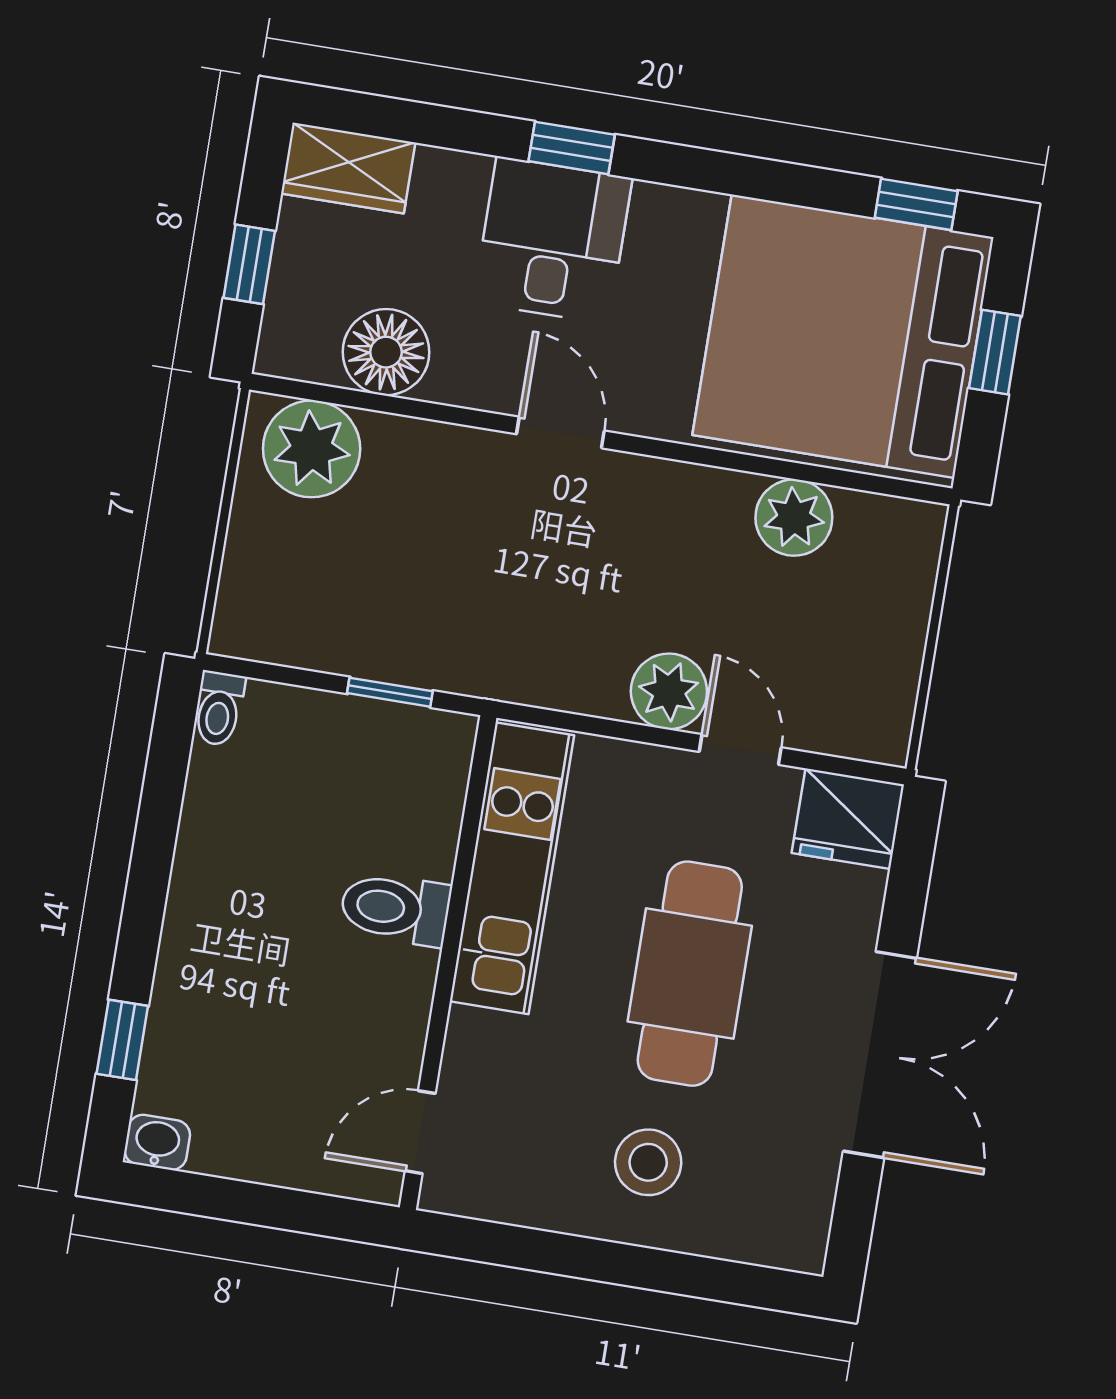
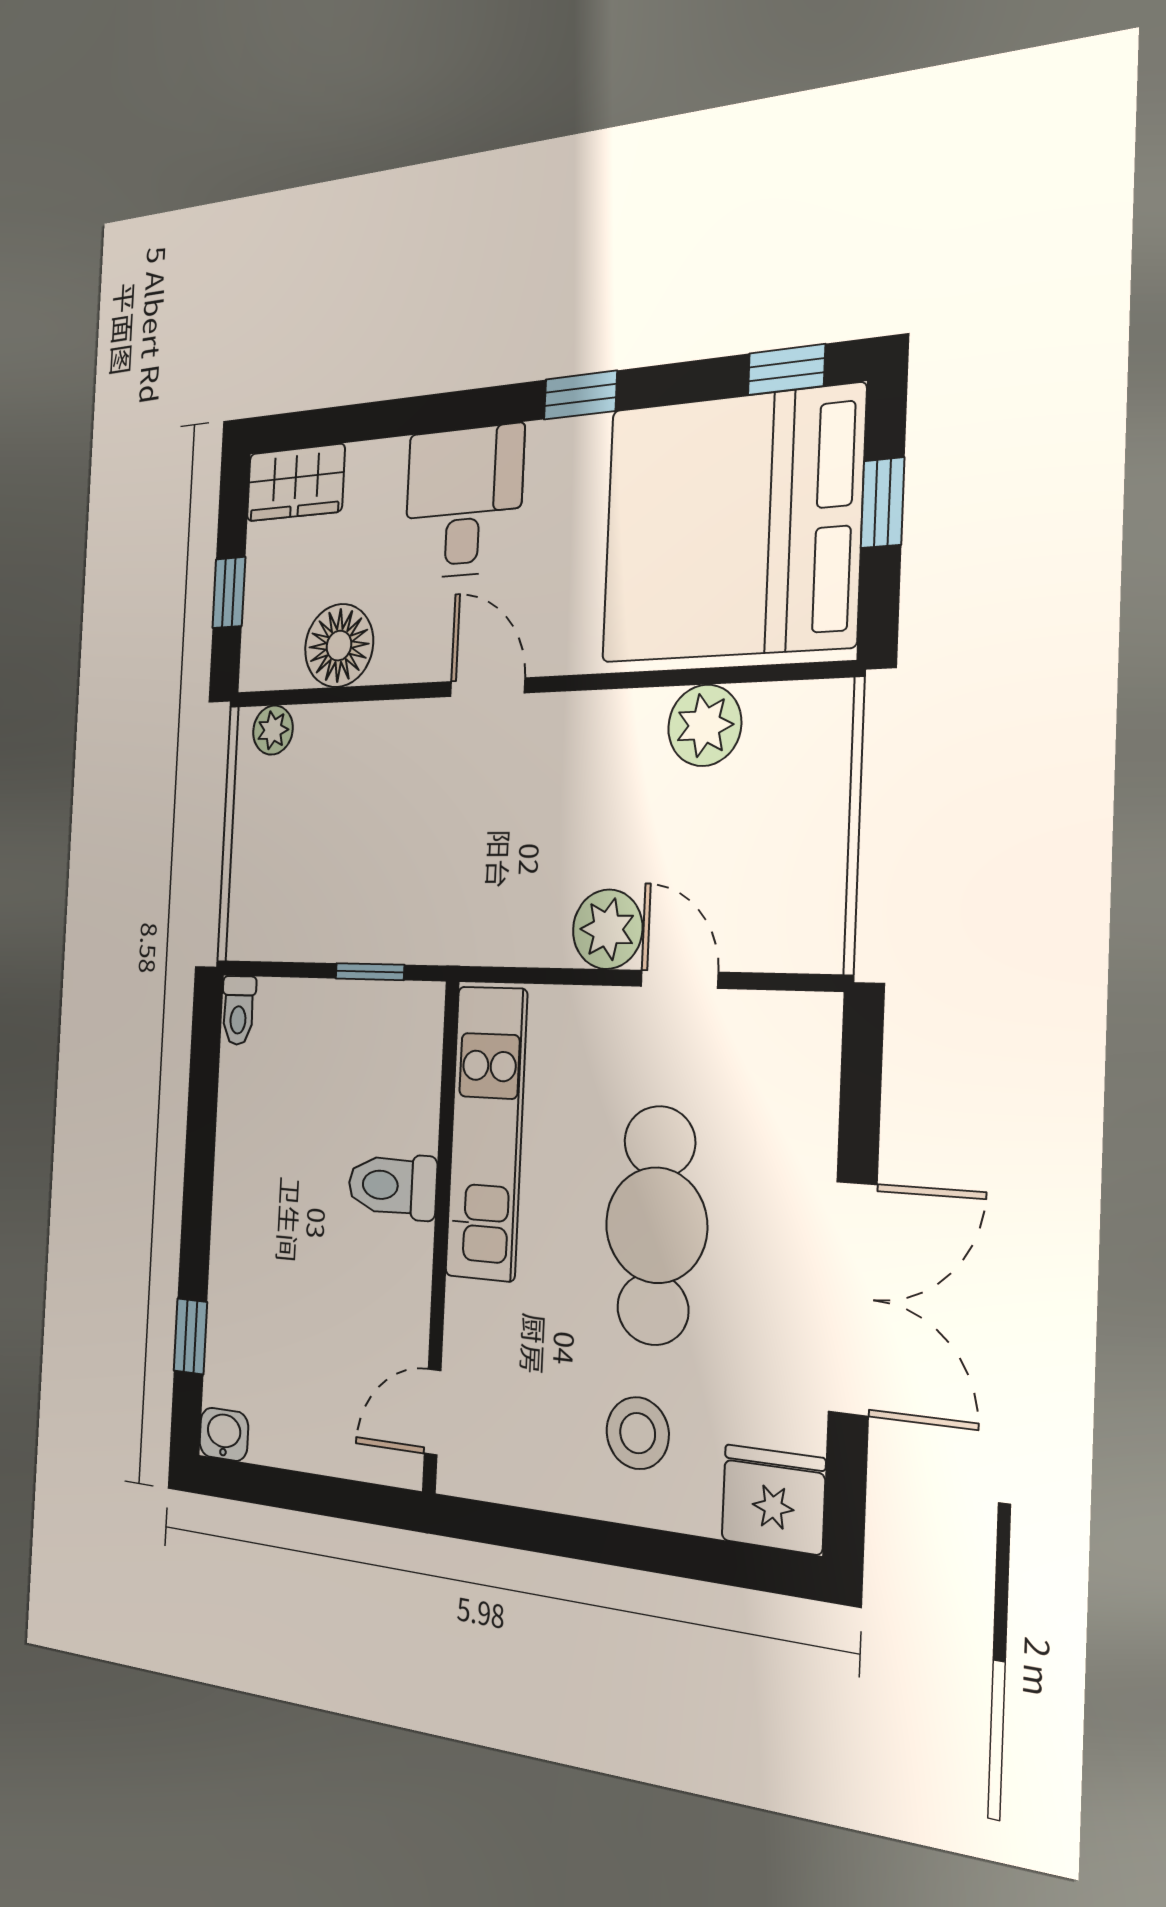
window: (572, 148) -> (580, 395), moved
plant: (312, 449) -> (273, 730), width x0.53, depth x0.53
fridge: (848, 819) -> (773, 1499), moved, turned 180

